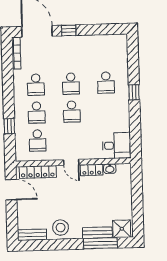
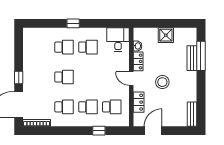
school desk: (72, 112) -> (88, 47), moved
door: (71, 162) -> (131, 79), swing flipped
locker: (38, 172) -> (139, 102), width x0.66
stool: (61, 228) -> (162, 82), moved
shower: (122, 229) -> (166, 35), moved

